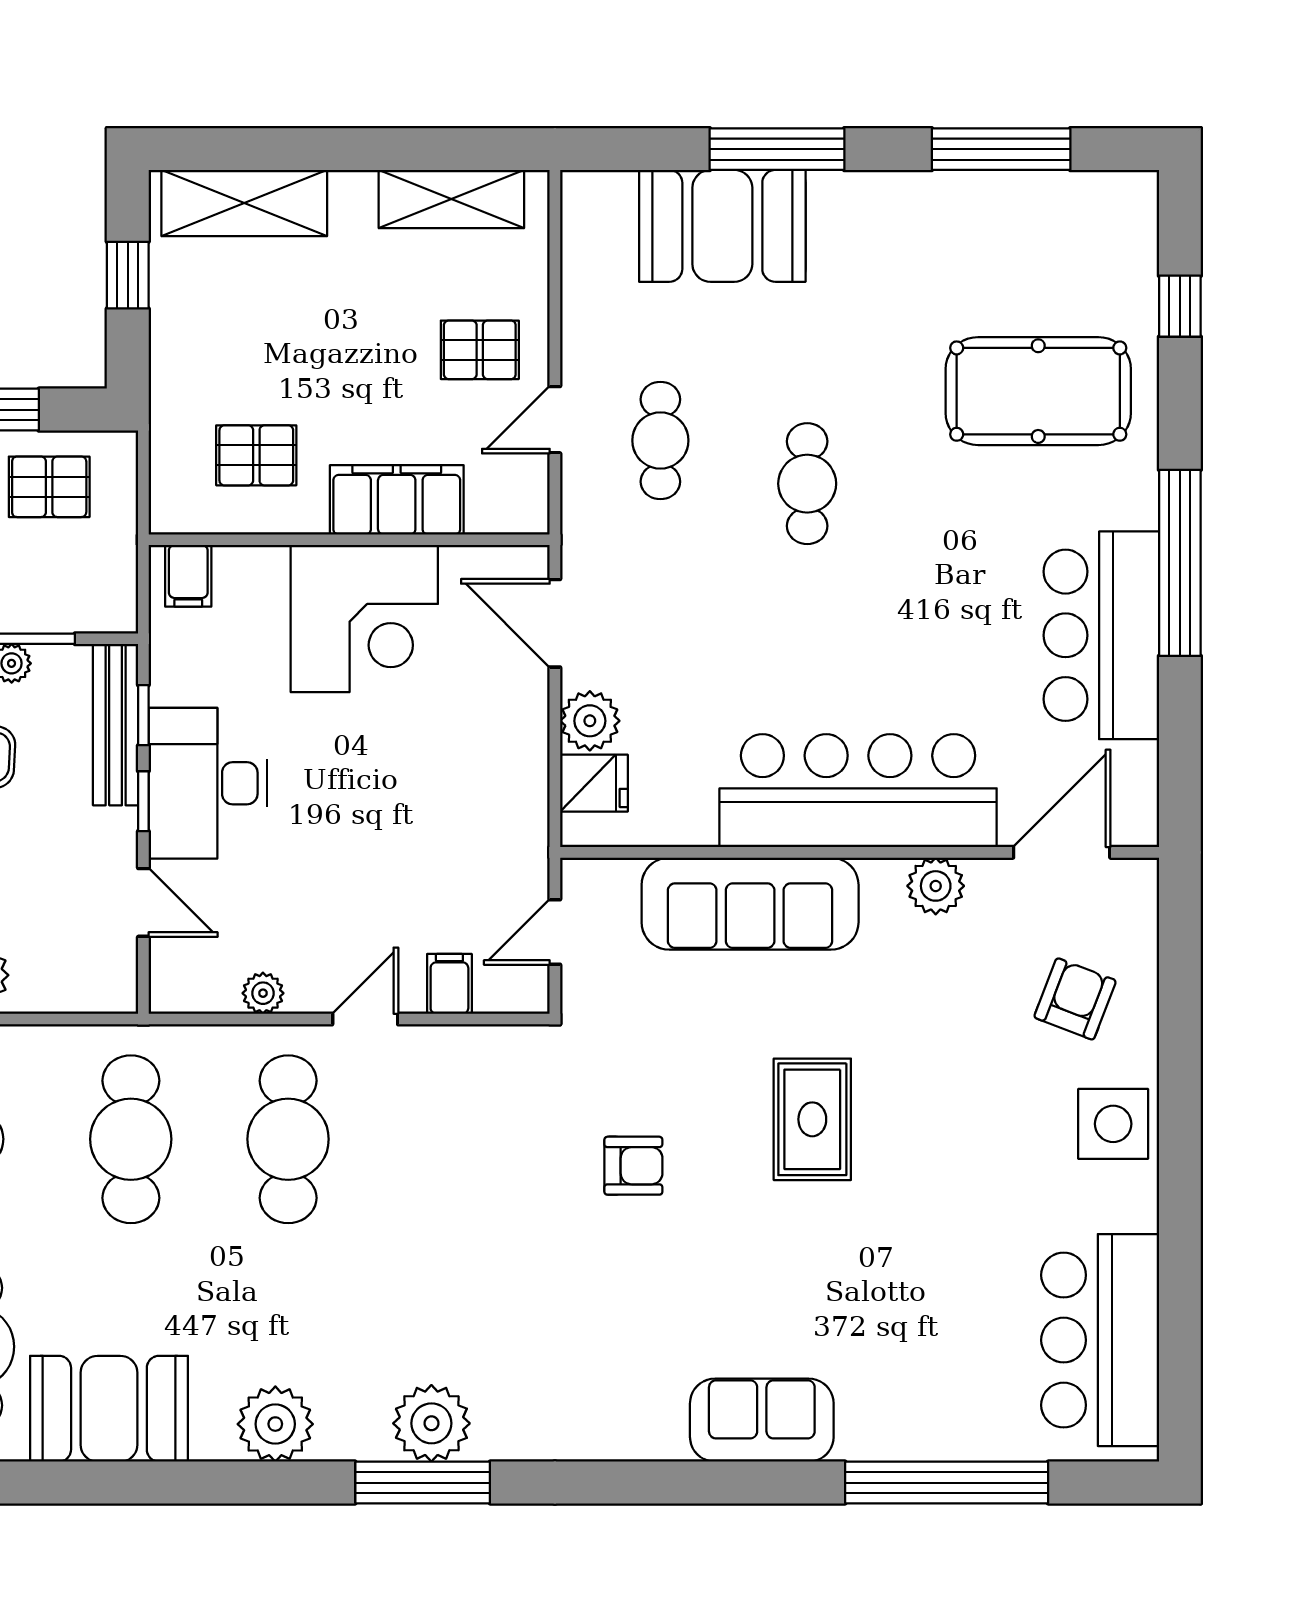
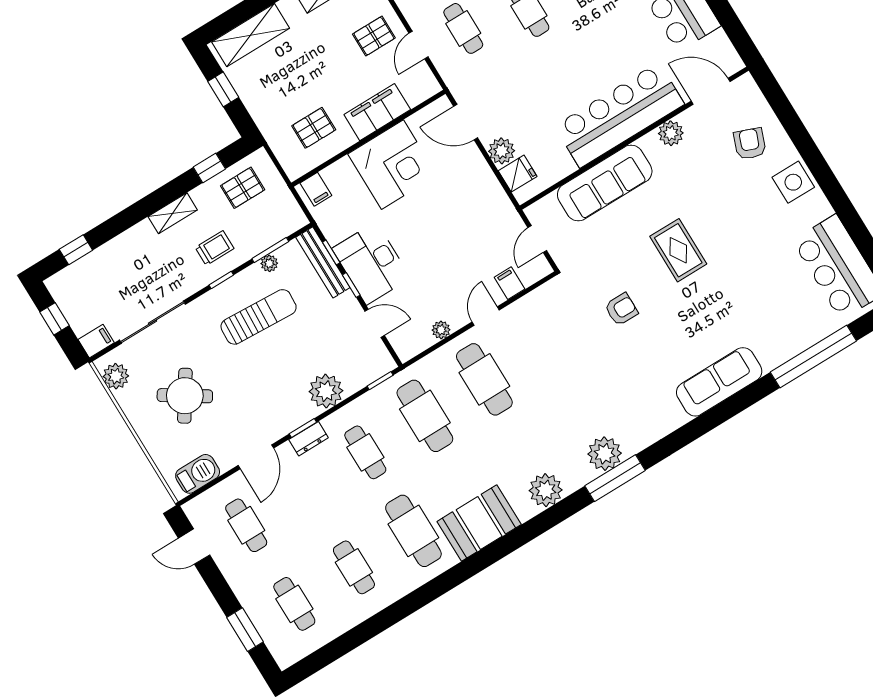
door: (1062, 852) -> (711, 91), hinge flipped
window: (86, 1019) -> (380, 381), added
sofa: (762, 1420) -> (719, 382), width x1.36

